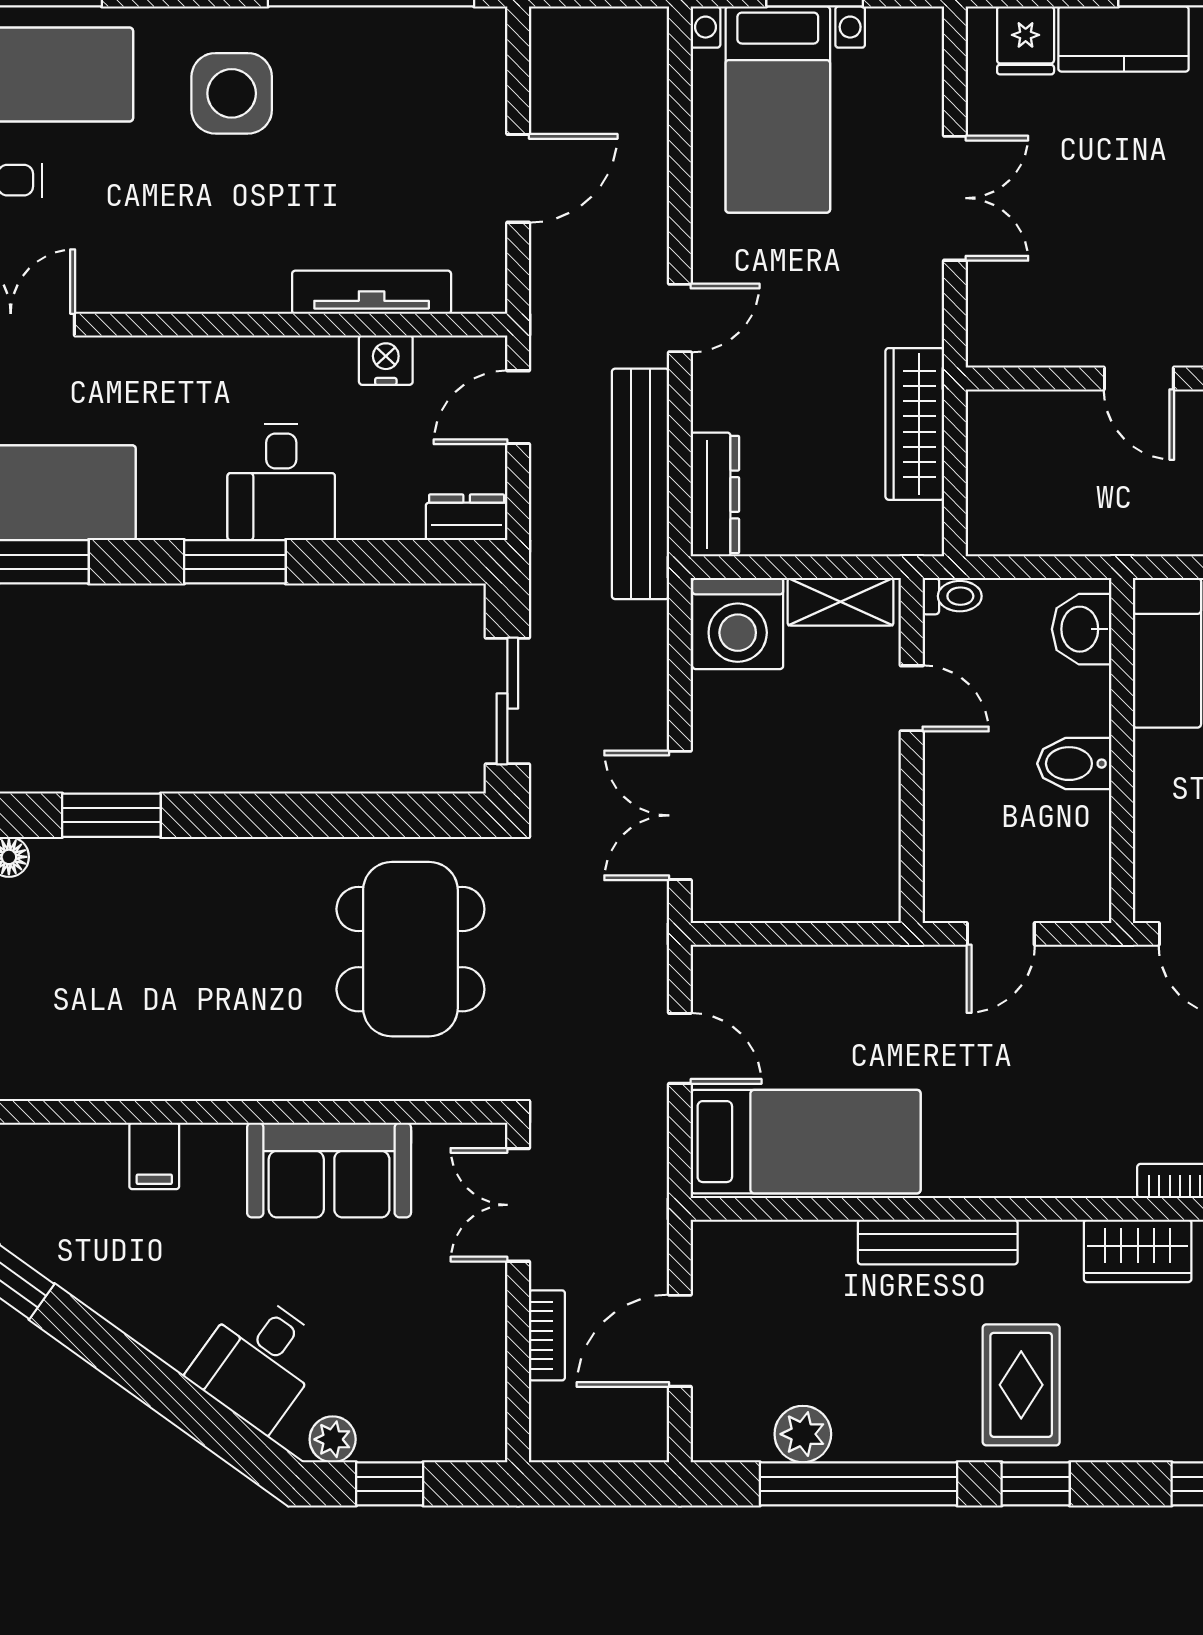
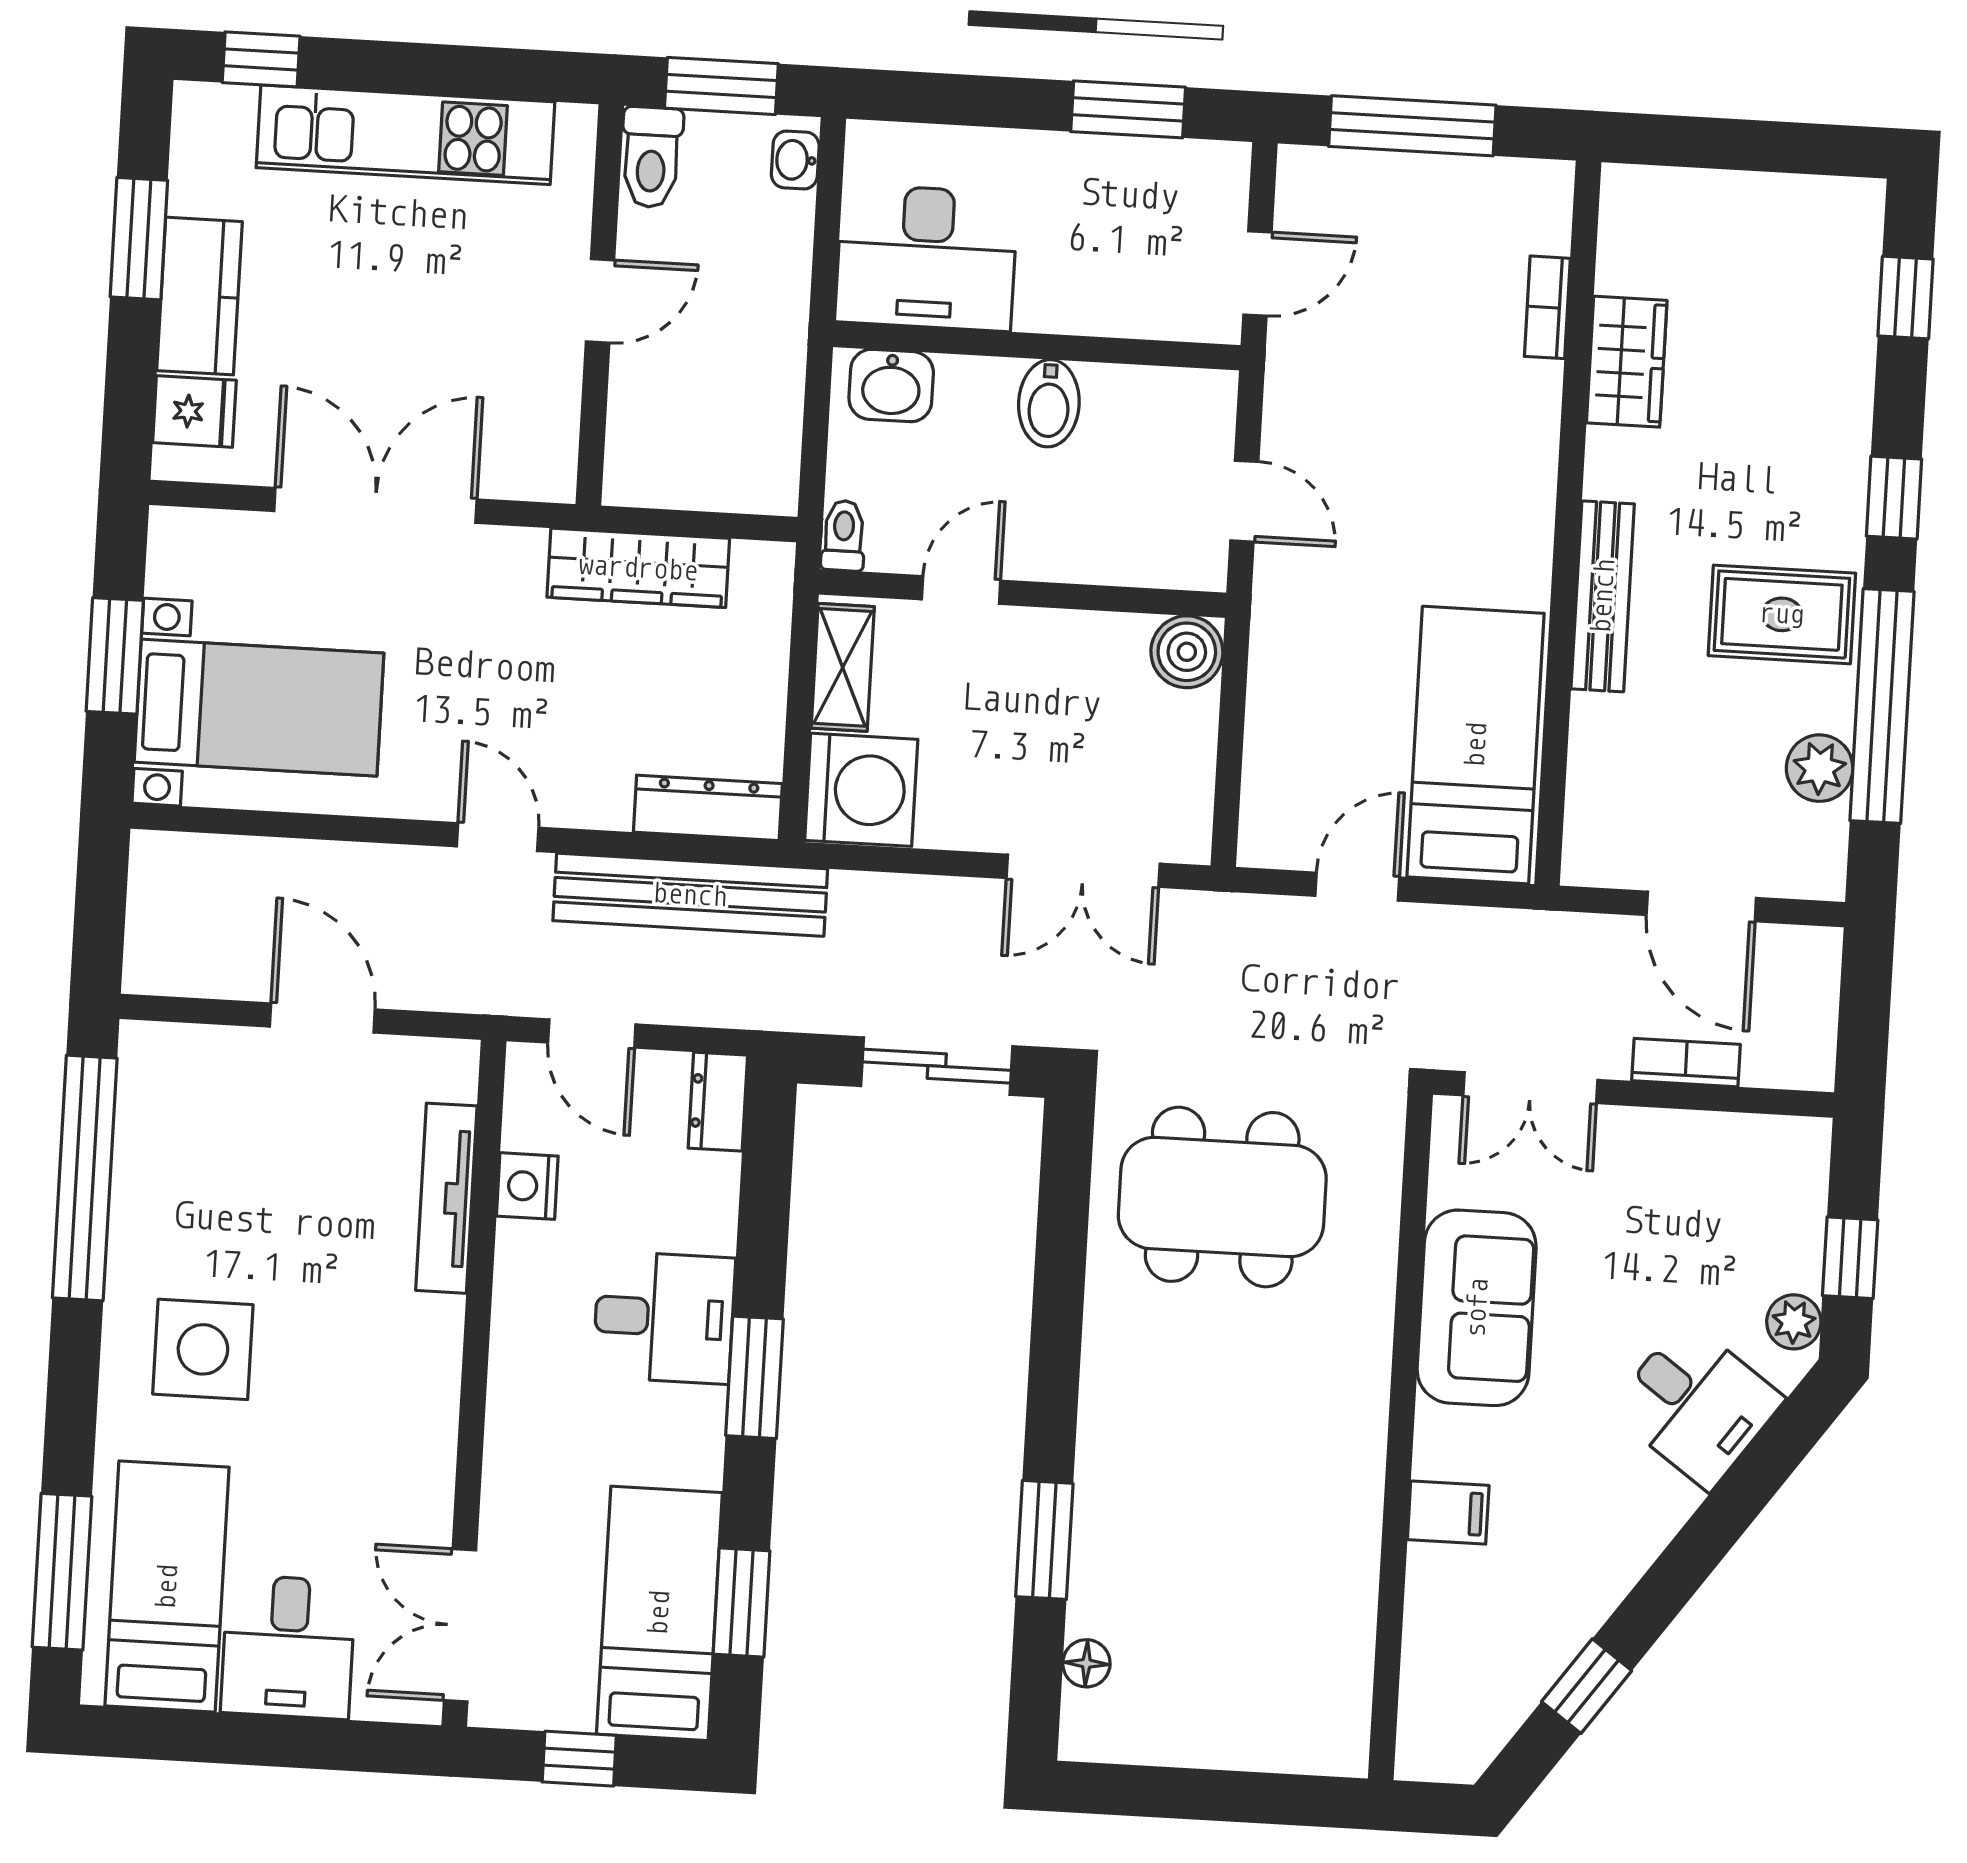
double door: (955, 198) -> (375, 505), width x1.37
boiler: (870, 893) -> (1187, 652), added
rug: (1021, 1385) -> (1782, 614), moved

